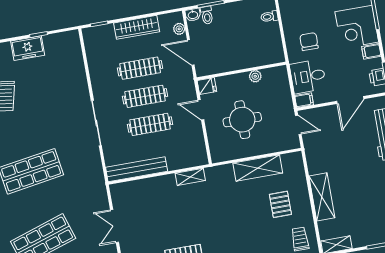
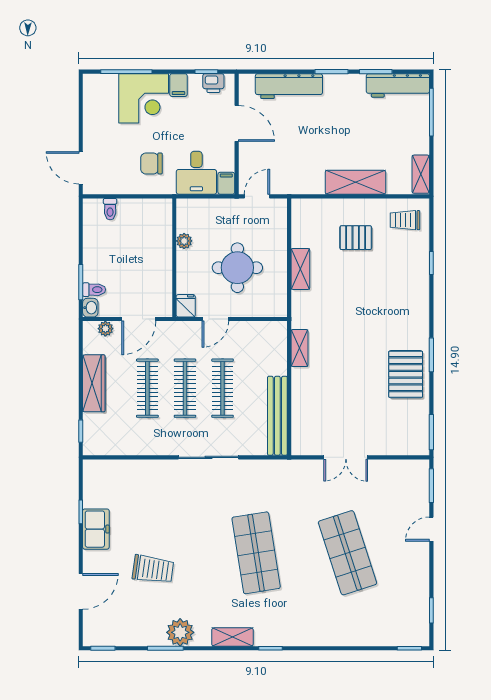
shelving: (258, 168) -> (300, 269), width x0.67, depth x0.75

